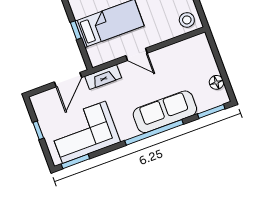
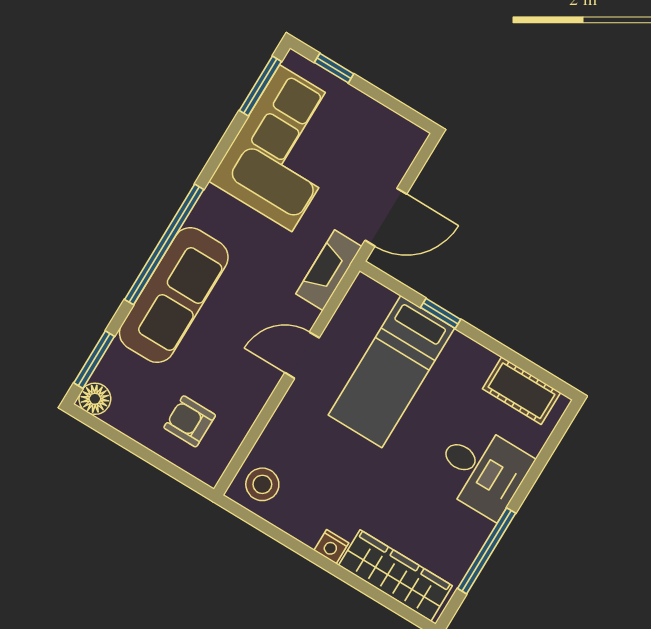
armchair: (195, 63) -> (190, 421), added
door: (68, 80) -> (386, 217), swing flipped
floor lamp: (217, 82) -> (95, 399), moved
window: (38, 130) -> (334, 68), moved

